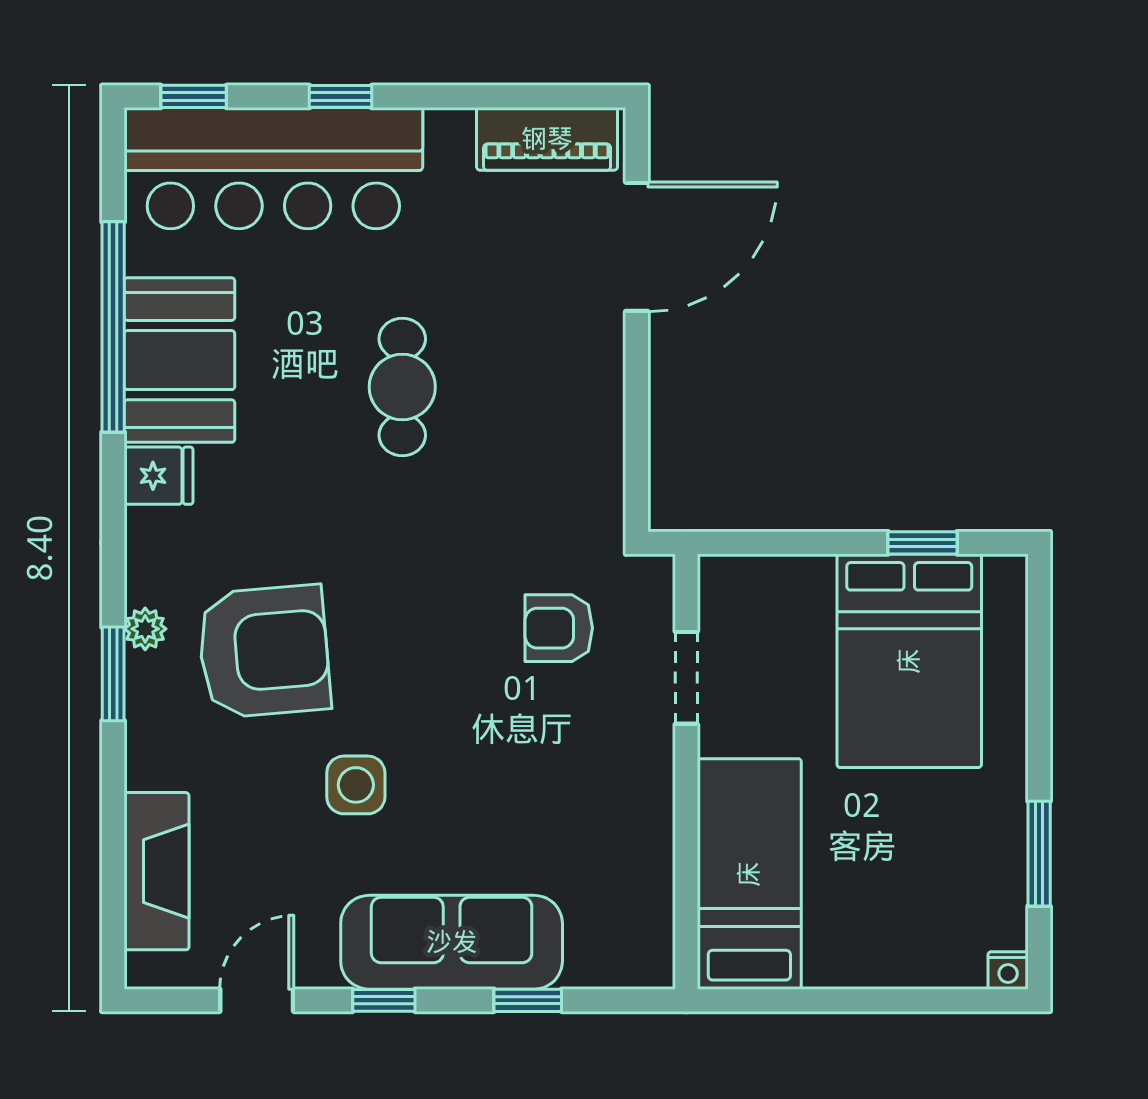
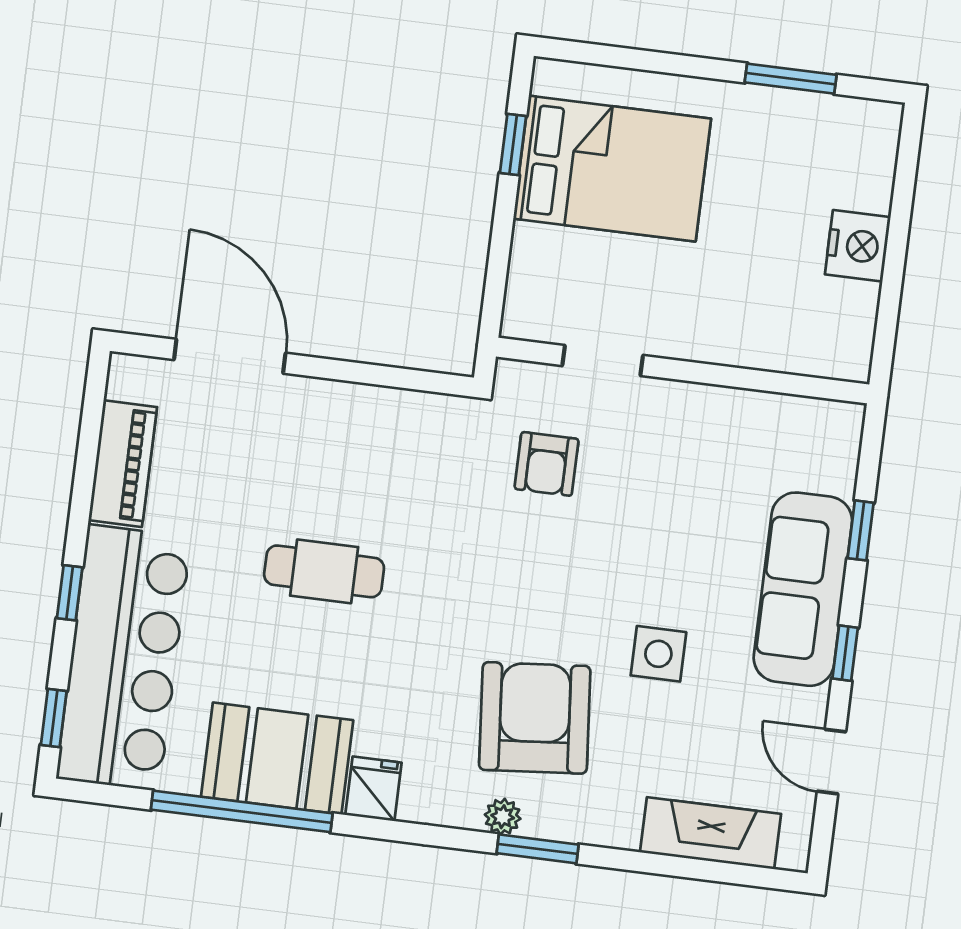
piano: (547, 139) -> (123, 464), moved
bed: (749, 874) -> (777, 328), removed
nightstand: (1008, 970) -> (858, 246), moved, width x1.89, depth x1.79

